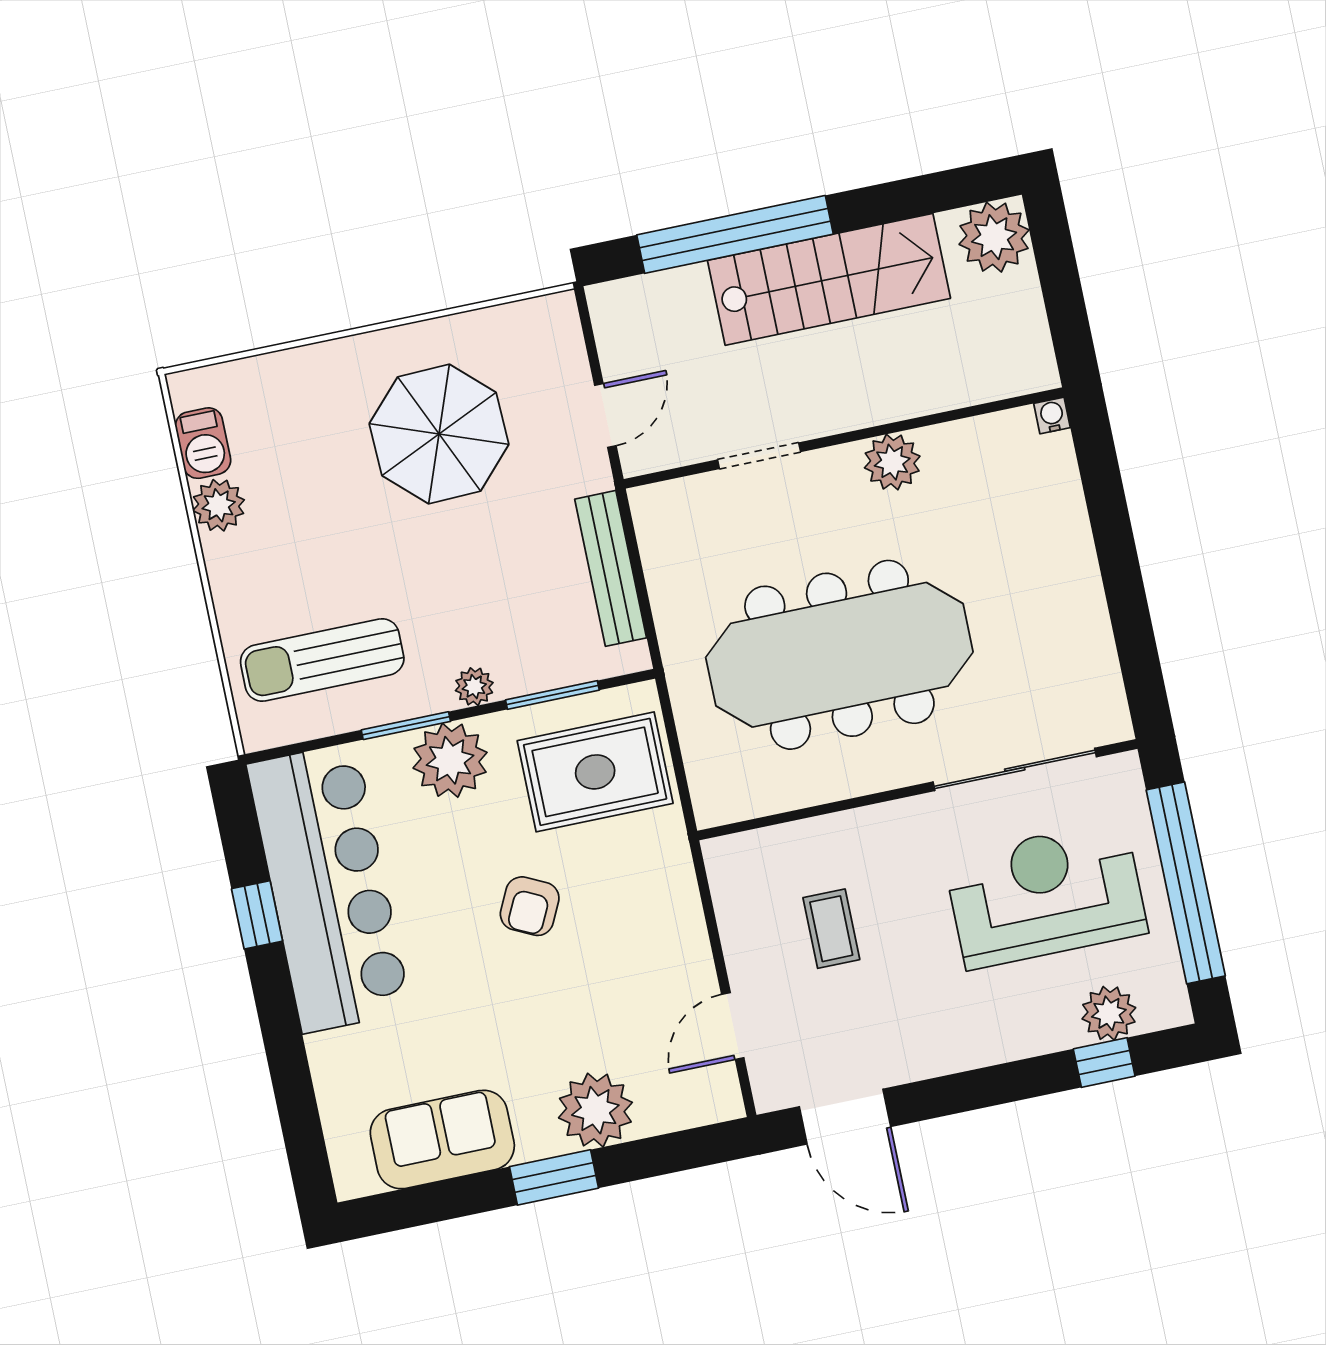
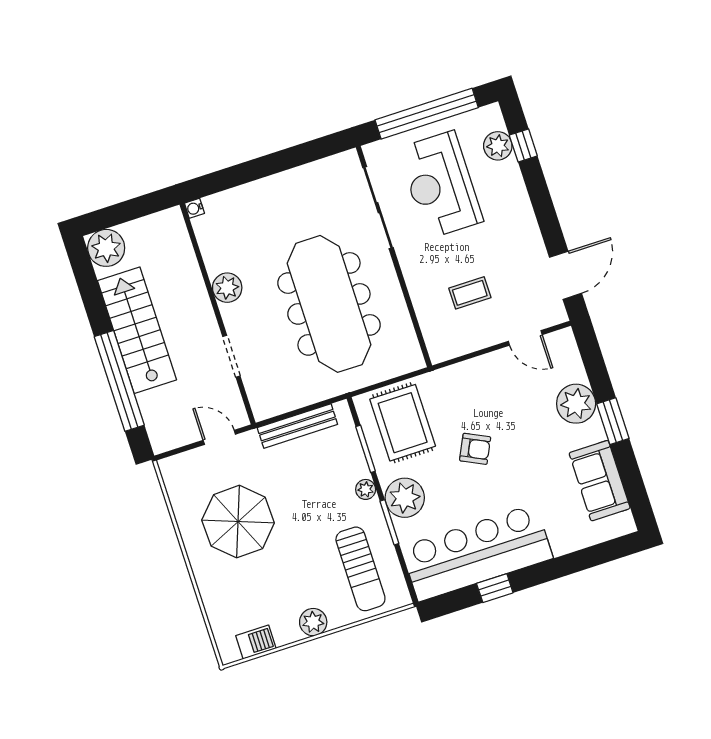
plant: (219, 505) -> (313, 622), moved

